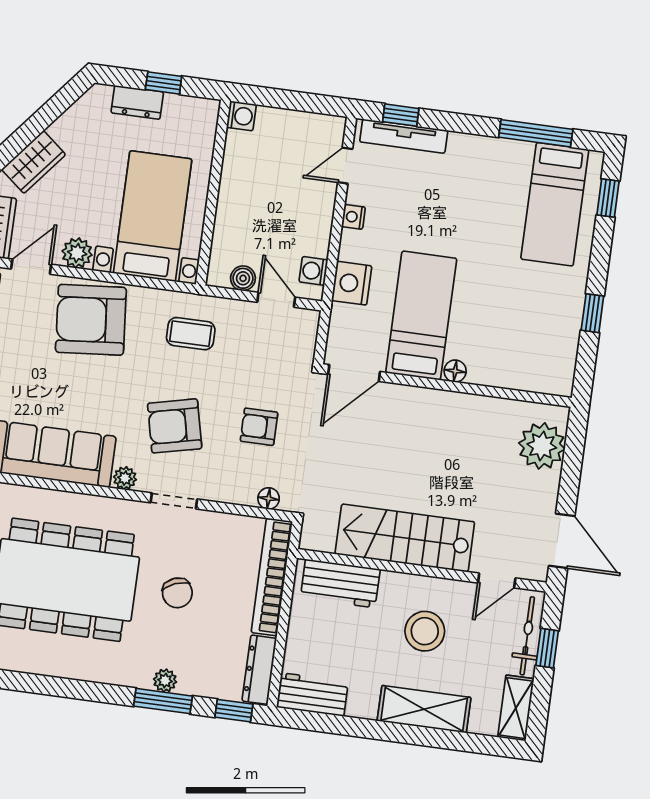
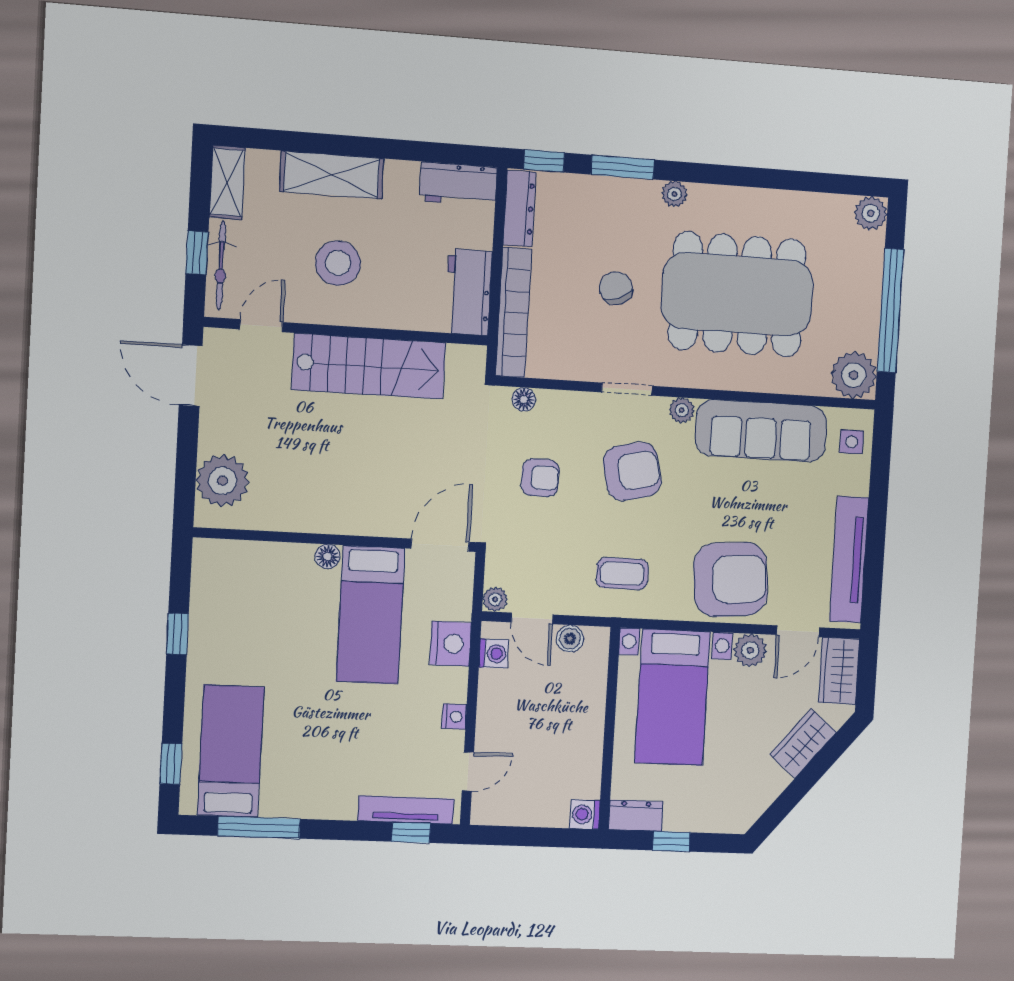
dresser: (137, 102) -> (636, 816), moved
plant: (308, 320) -> (495, 599), added
workbench: (340, 583) -> (468, 292), moved, turned -90
plant: (165, 681) -> (674, 194), moved

